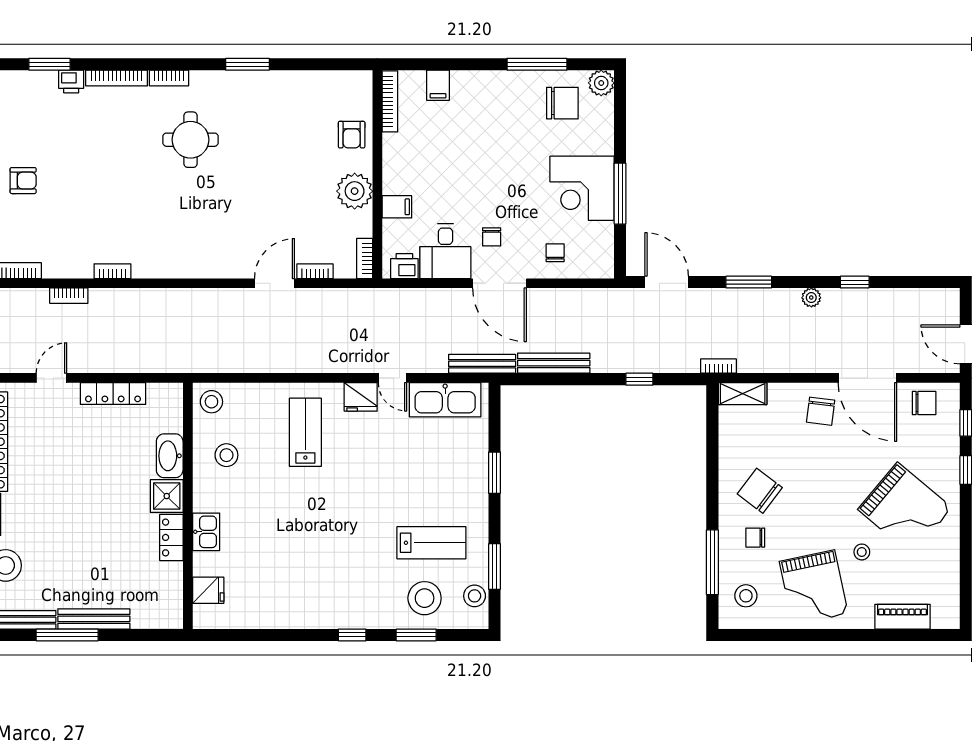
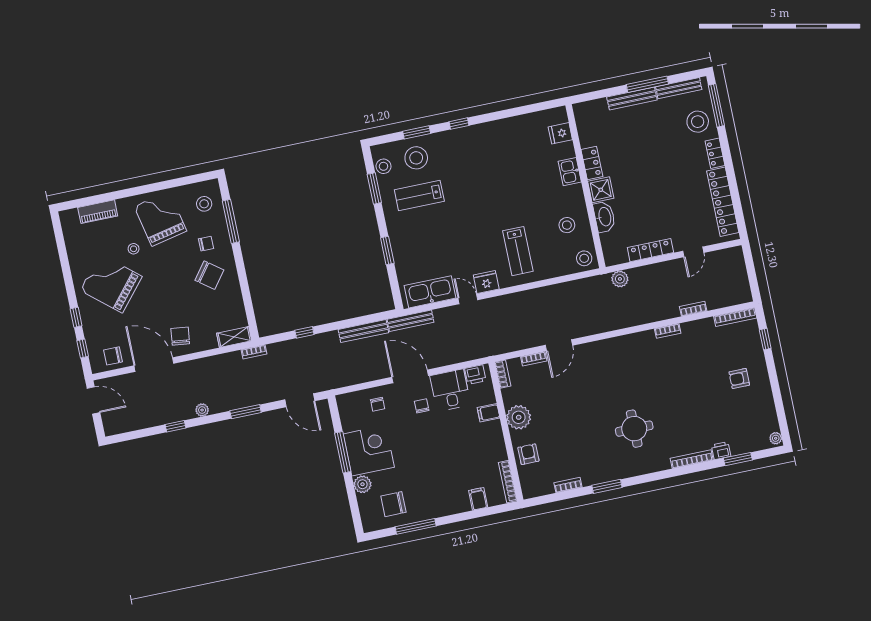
bookcase: (169, 78) -> (568, 485), moved
plant: (601, 83) -> (362, 484), moved
plant: (166, 361) -> (620, 279), added

